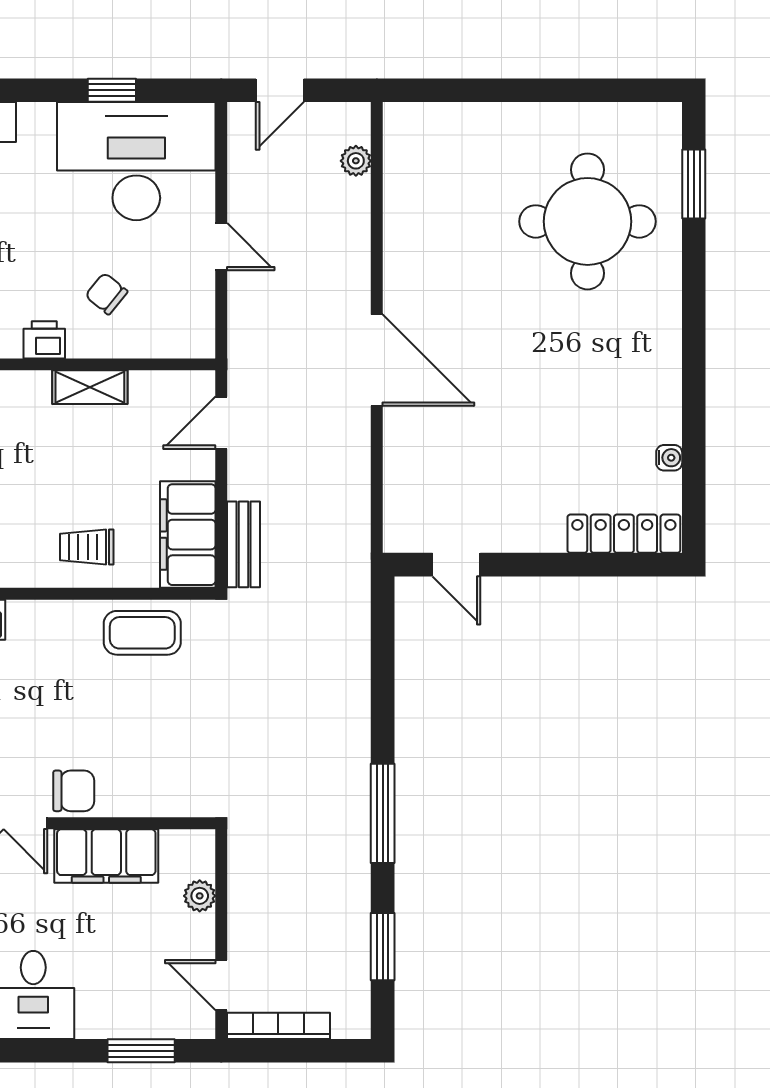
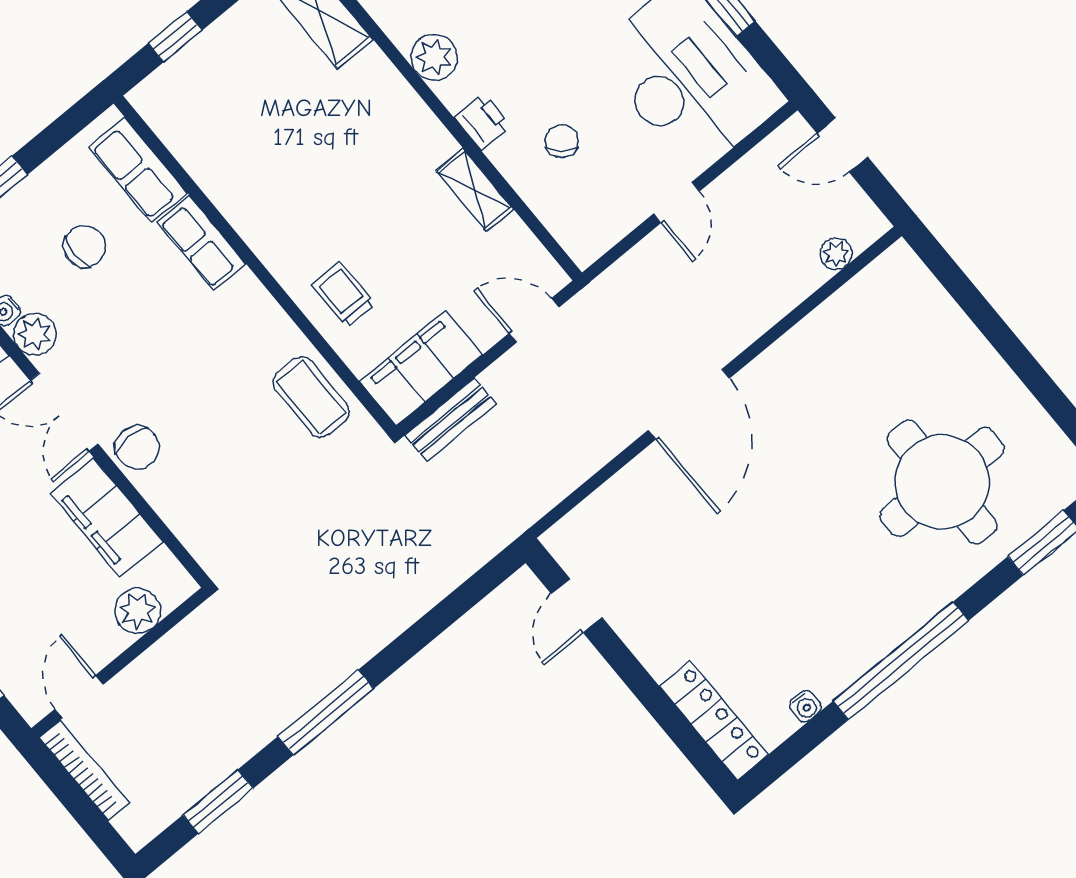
window: (694, 360) -> (901, 661), added
plant: (200, 896) -> (137, 611), width x1.38, depth x1.38

